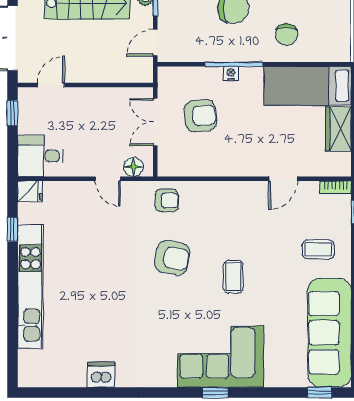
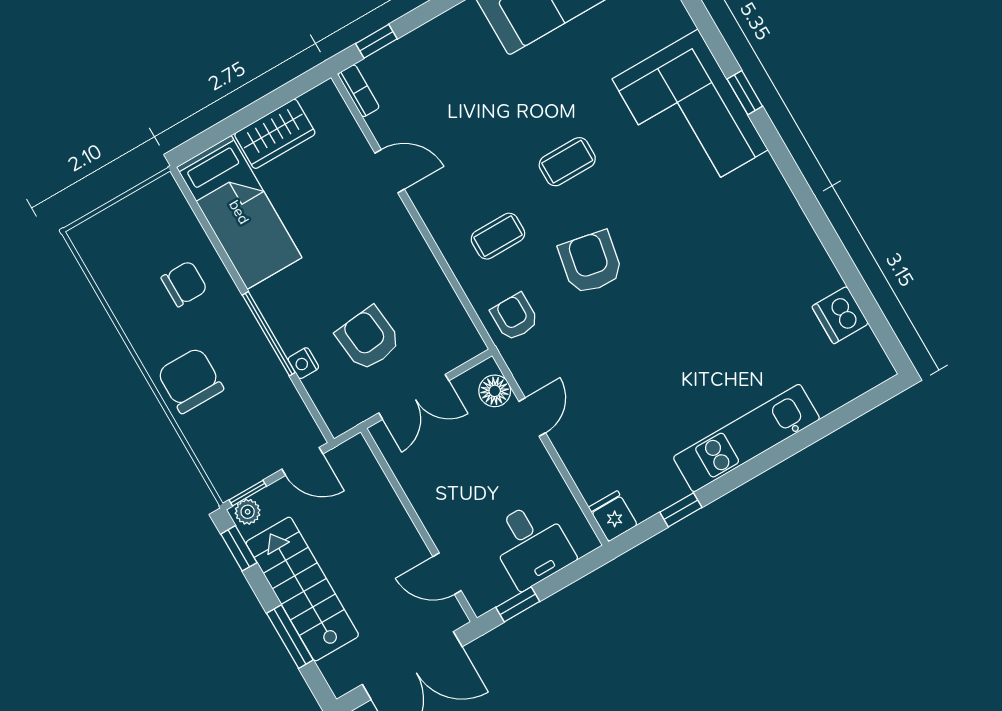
nightstand: (231, 74) -> (303, 363), moved
desk: (40, 156) -> (531, 545), moved
coffee table: (318, 249) -> (498, 236), moved, turned 90
kitchen unit: (30, 287) -> (746, 438), width x0.73
dishwasher: (101, 375) -> (840, 315), moved

